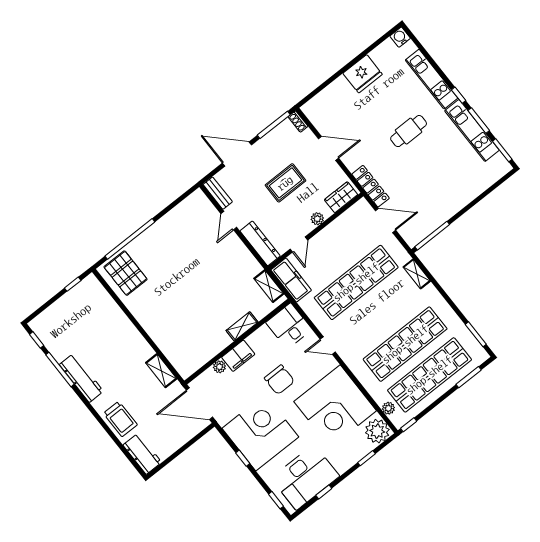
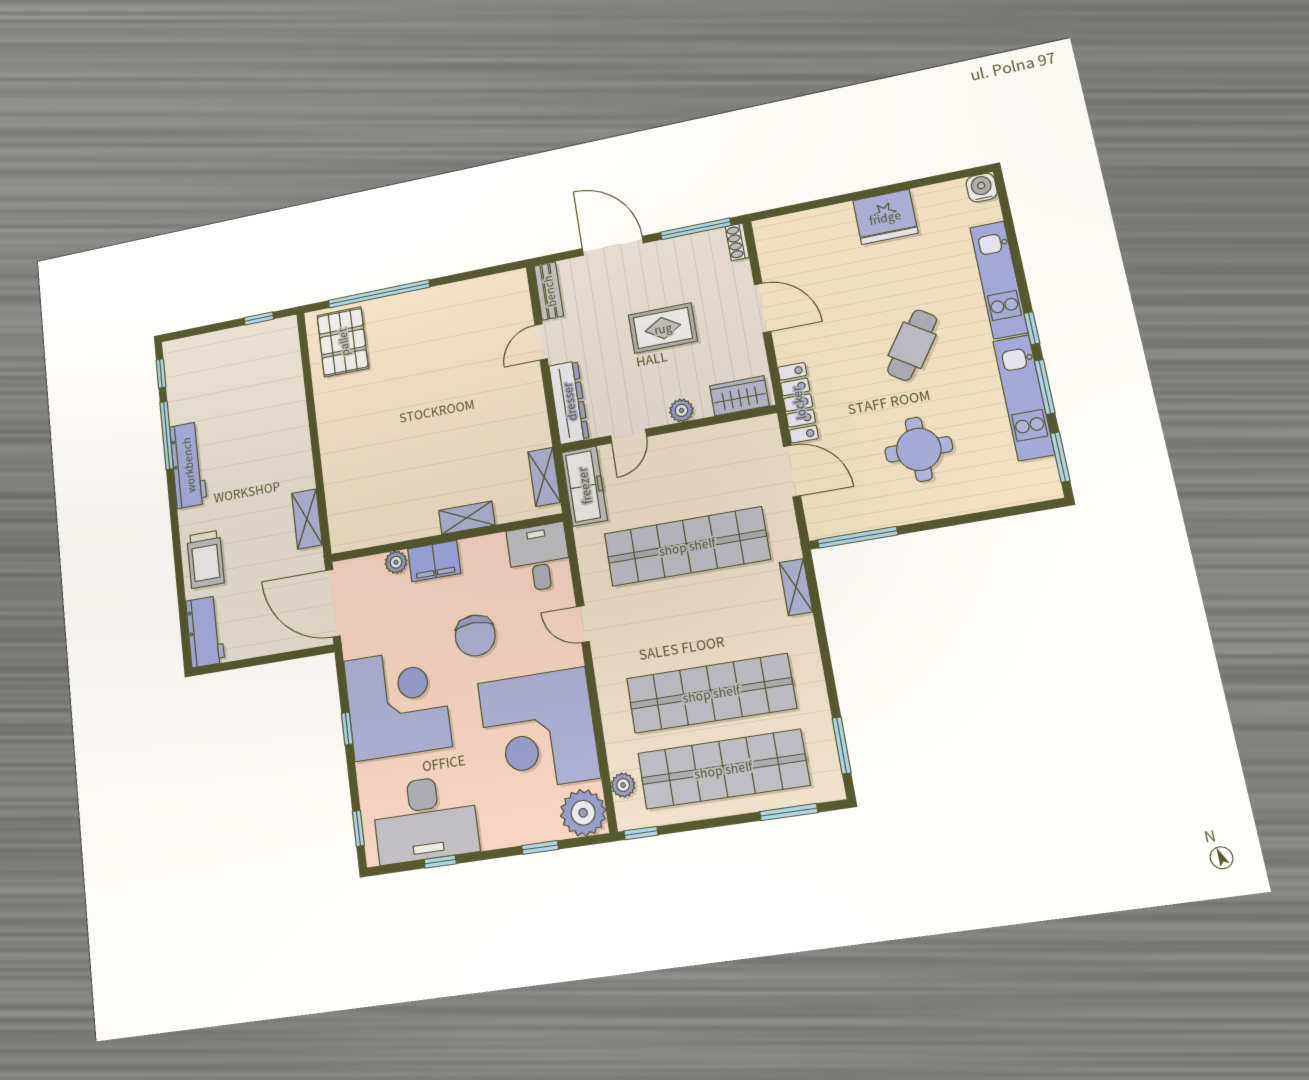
cafe table: (409, 131) -> (912, 345), turned -56
round table: (438, 180) -> (919, 449), added

